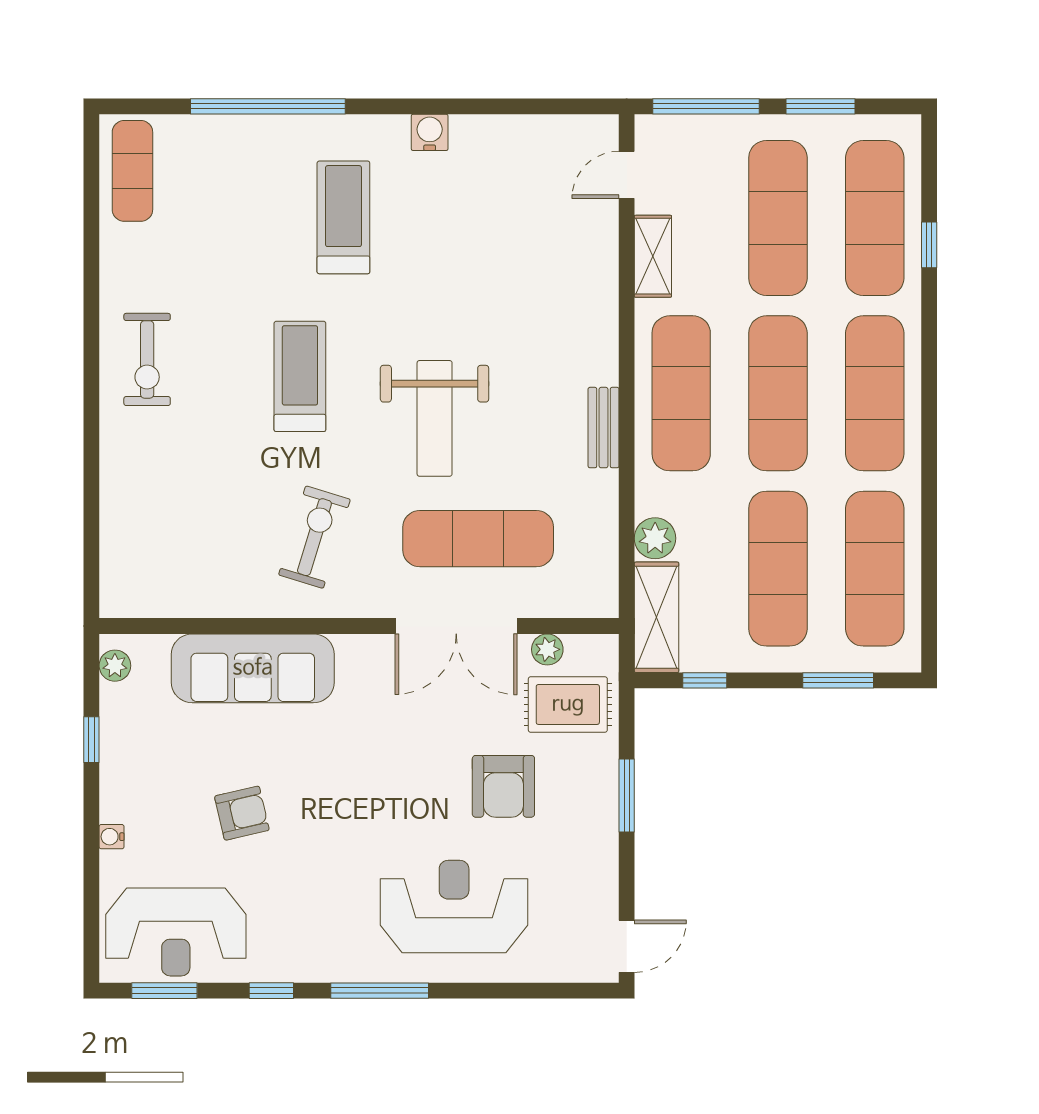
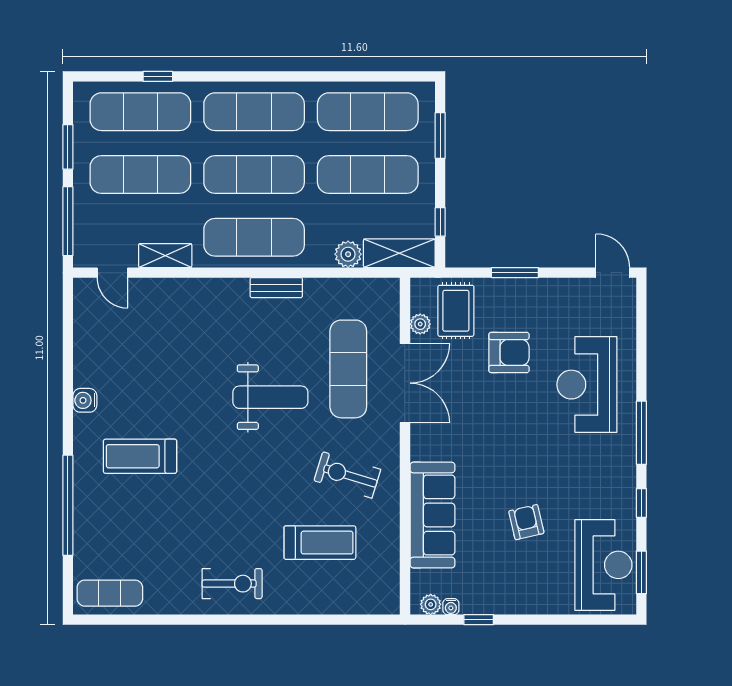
treadmill: (300, 376) -> (320, 543), moved, turned 180
water cooler: (112, 837) -> (451, 607), moved

